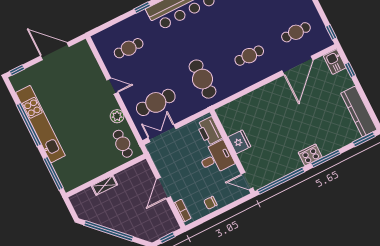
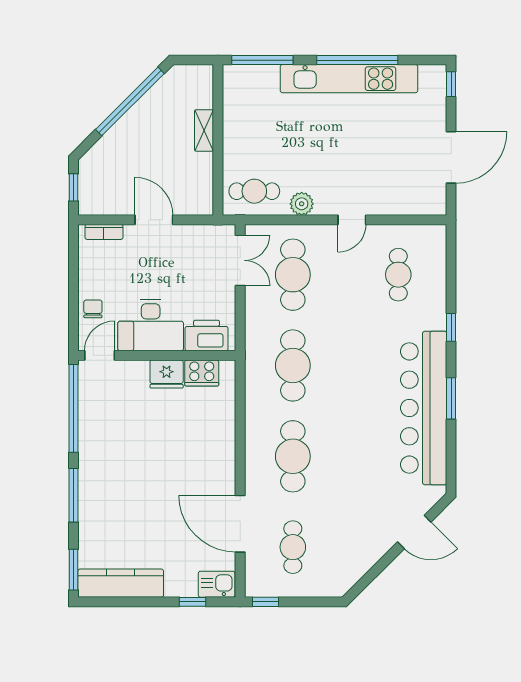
cafe table: (249, 56) -> (293, 456), width x1.37, depth x1.35
cafe table: (202, 79) -> (293, 365), turned 90
cooker: (310, 155) -> (202, 373), moved, turned 90
desk: (216, 158) -> (151, 325), width x1.37
chair: (210, 203) -> (93, 309), moved

